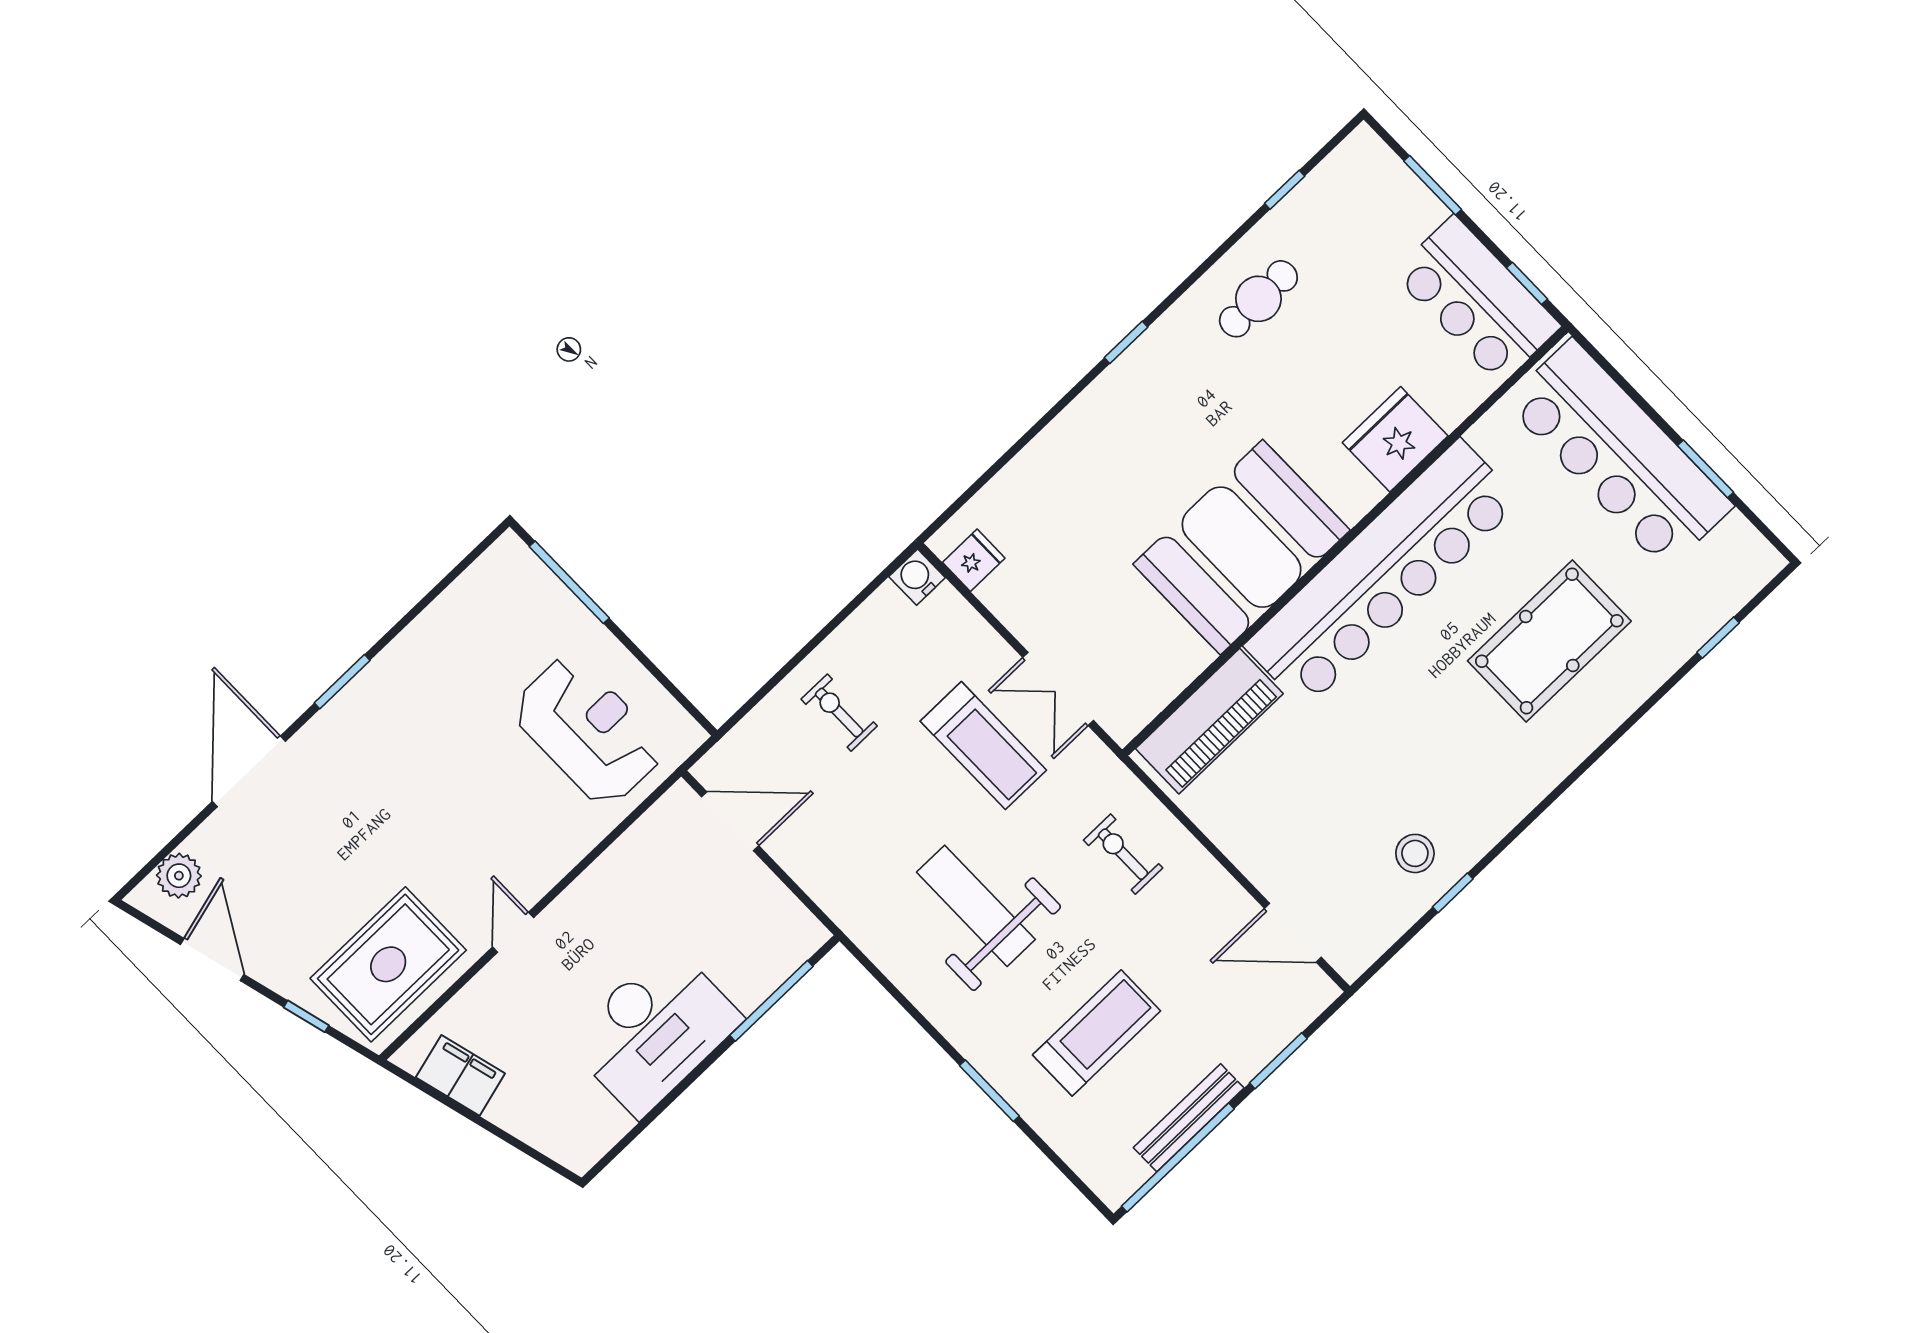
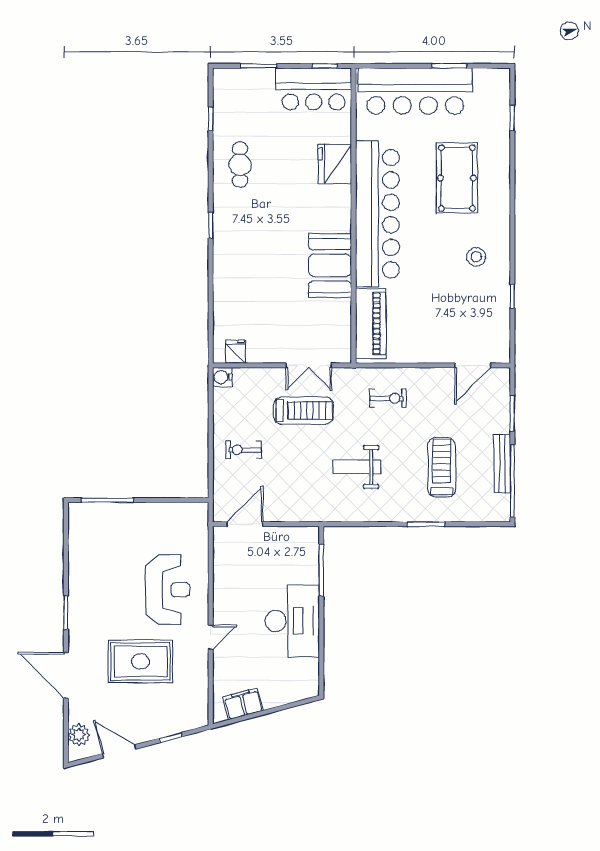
booth: (1242, 547) -> (330, 265), width x0.73, depth x0.70
reception desk: (588, 731) -> (168, 590), moved, turned 90
stool: (1415, 853) -> (476, 257), moved
exercise bike: (1123, 854) -> (388, 398), turned 180
weight bench: (976, 906) -> (357, 467), width x0.73, depth x0.75
door: (513, 932) -> (211, 637), swing flipped
rug: (388, 964) -> (140, 661), moved, turned 90

